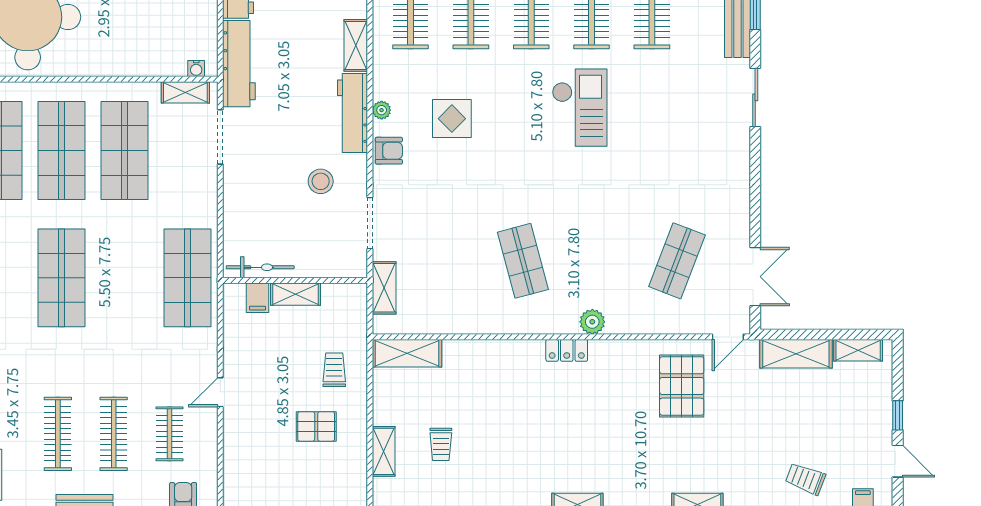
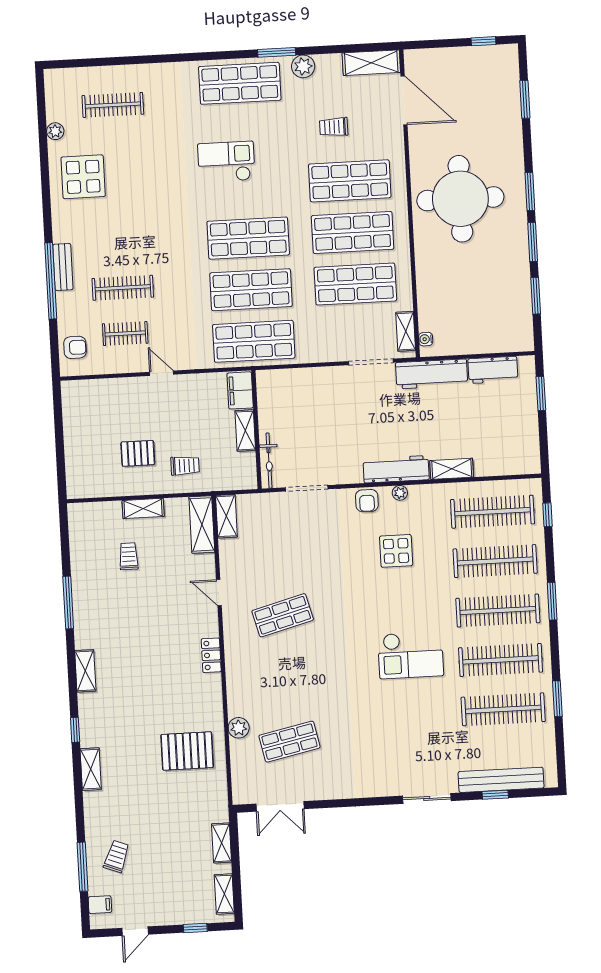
stool: (321, 181) -> (339, 446), removed
shop shelf: (677, 261) -> (289, 742), turned -33
bicycle: (260, 267) -> (269, 461), moved
shop shelf: (124, 278) -> (251, 290), added
shelving: (384, 288) -> (226, 516), moved, turned 90
filing cabinet: (258, 298) -> (240, 390), width x2.00
plant: (592, 322) -> (239, 728), moved
door: (728, 337) -> (219, 592), moved
shelving: (796, 354) -> (222, 843), width x0.67, depth x0.75
window: (898, 415) -> (195, 928), moved
pallet: (316, 426) -> (138, 453), turned 90
clothes rail: (58, 434) -> (120, 242), removed
trolley: (441, 444) -> (129, 556), turned 90
shelving: (384, 451) -> (143, 508), moved

